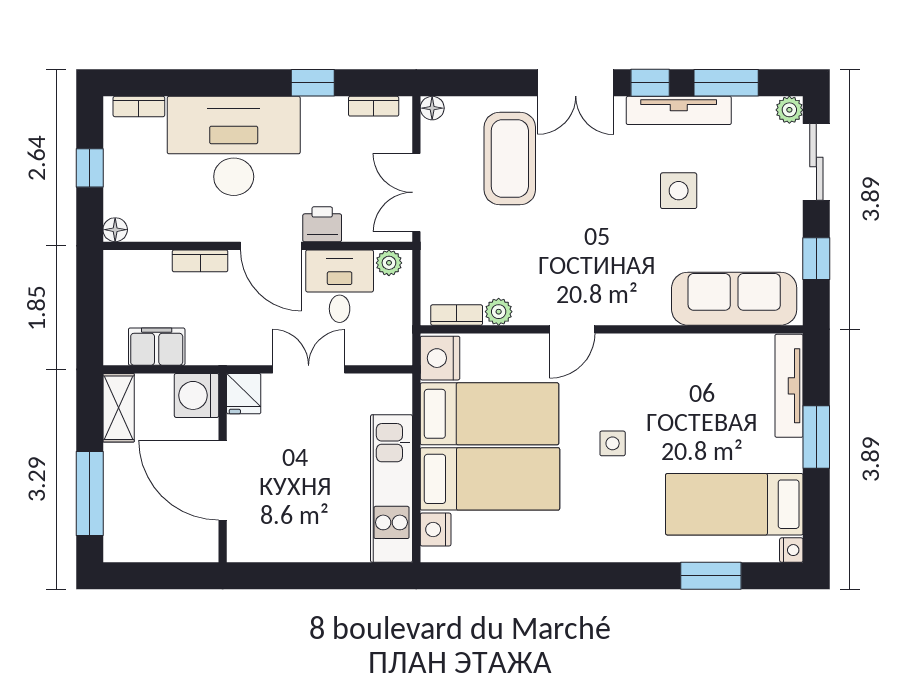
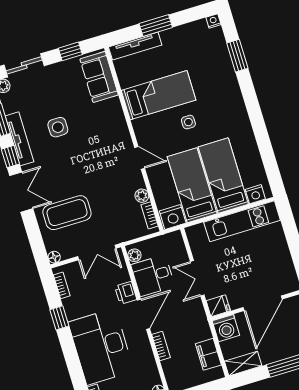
sofa: (734, 299) -> (99, 77), width x0.73
bed: (734, 504) -> (159, 95), moved, turned -90

